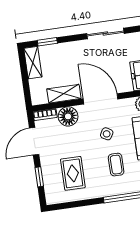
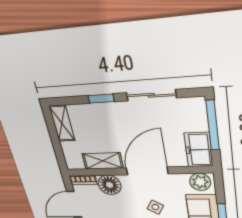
window: (47, 42) -> (101, 99), moved
door: (100, 99) -> (147, 171), hinge flipped

